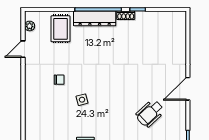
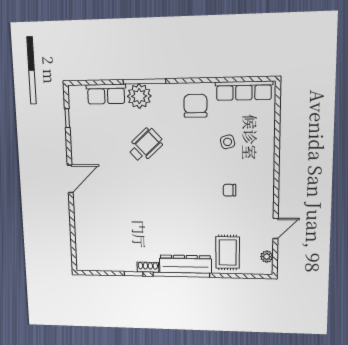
side table: (82, 100) -> (228, 142), moved
wheelchair: (150, 113) -> (145, 145), moved

